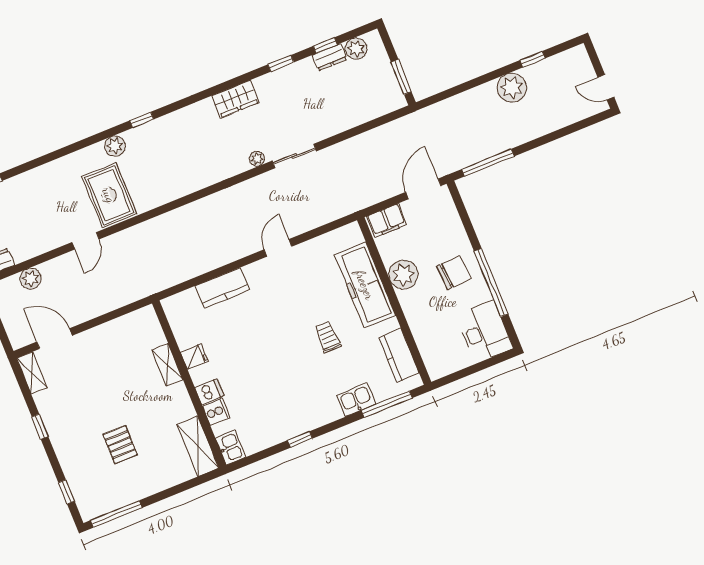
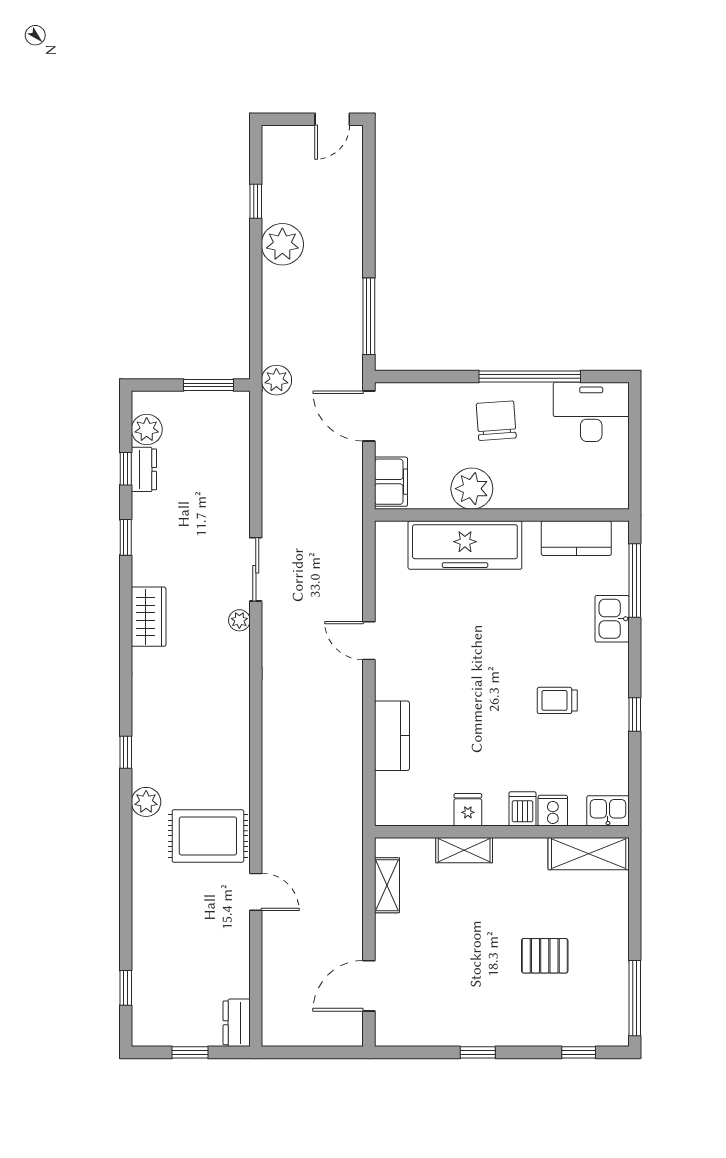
plant: (31, 279) -> (276, 380), moved
trolley: (328, 337) -> (557, 700), moved
shelving: (32, 373) -> (387, 885), moved, turned 90

